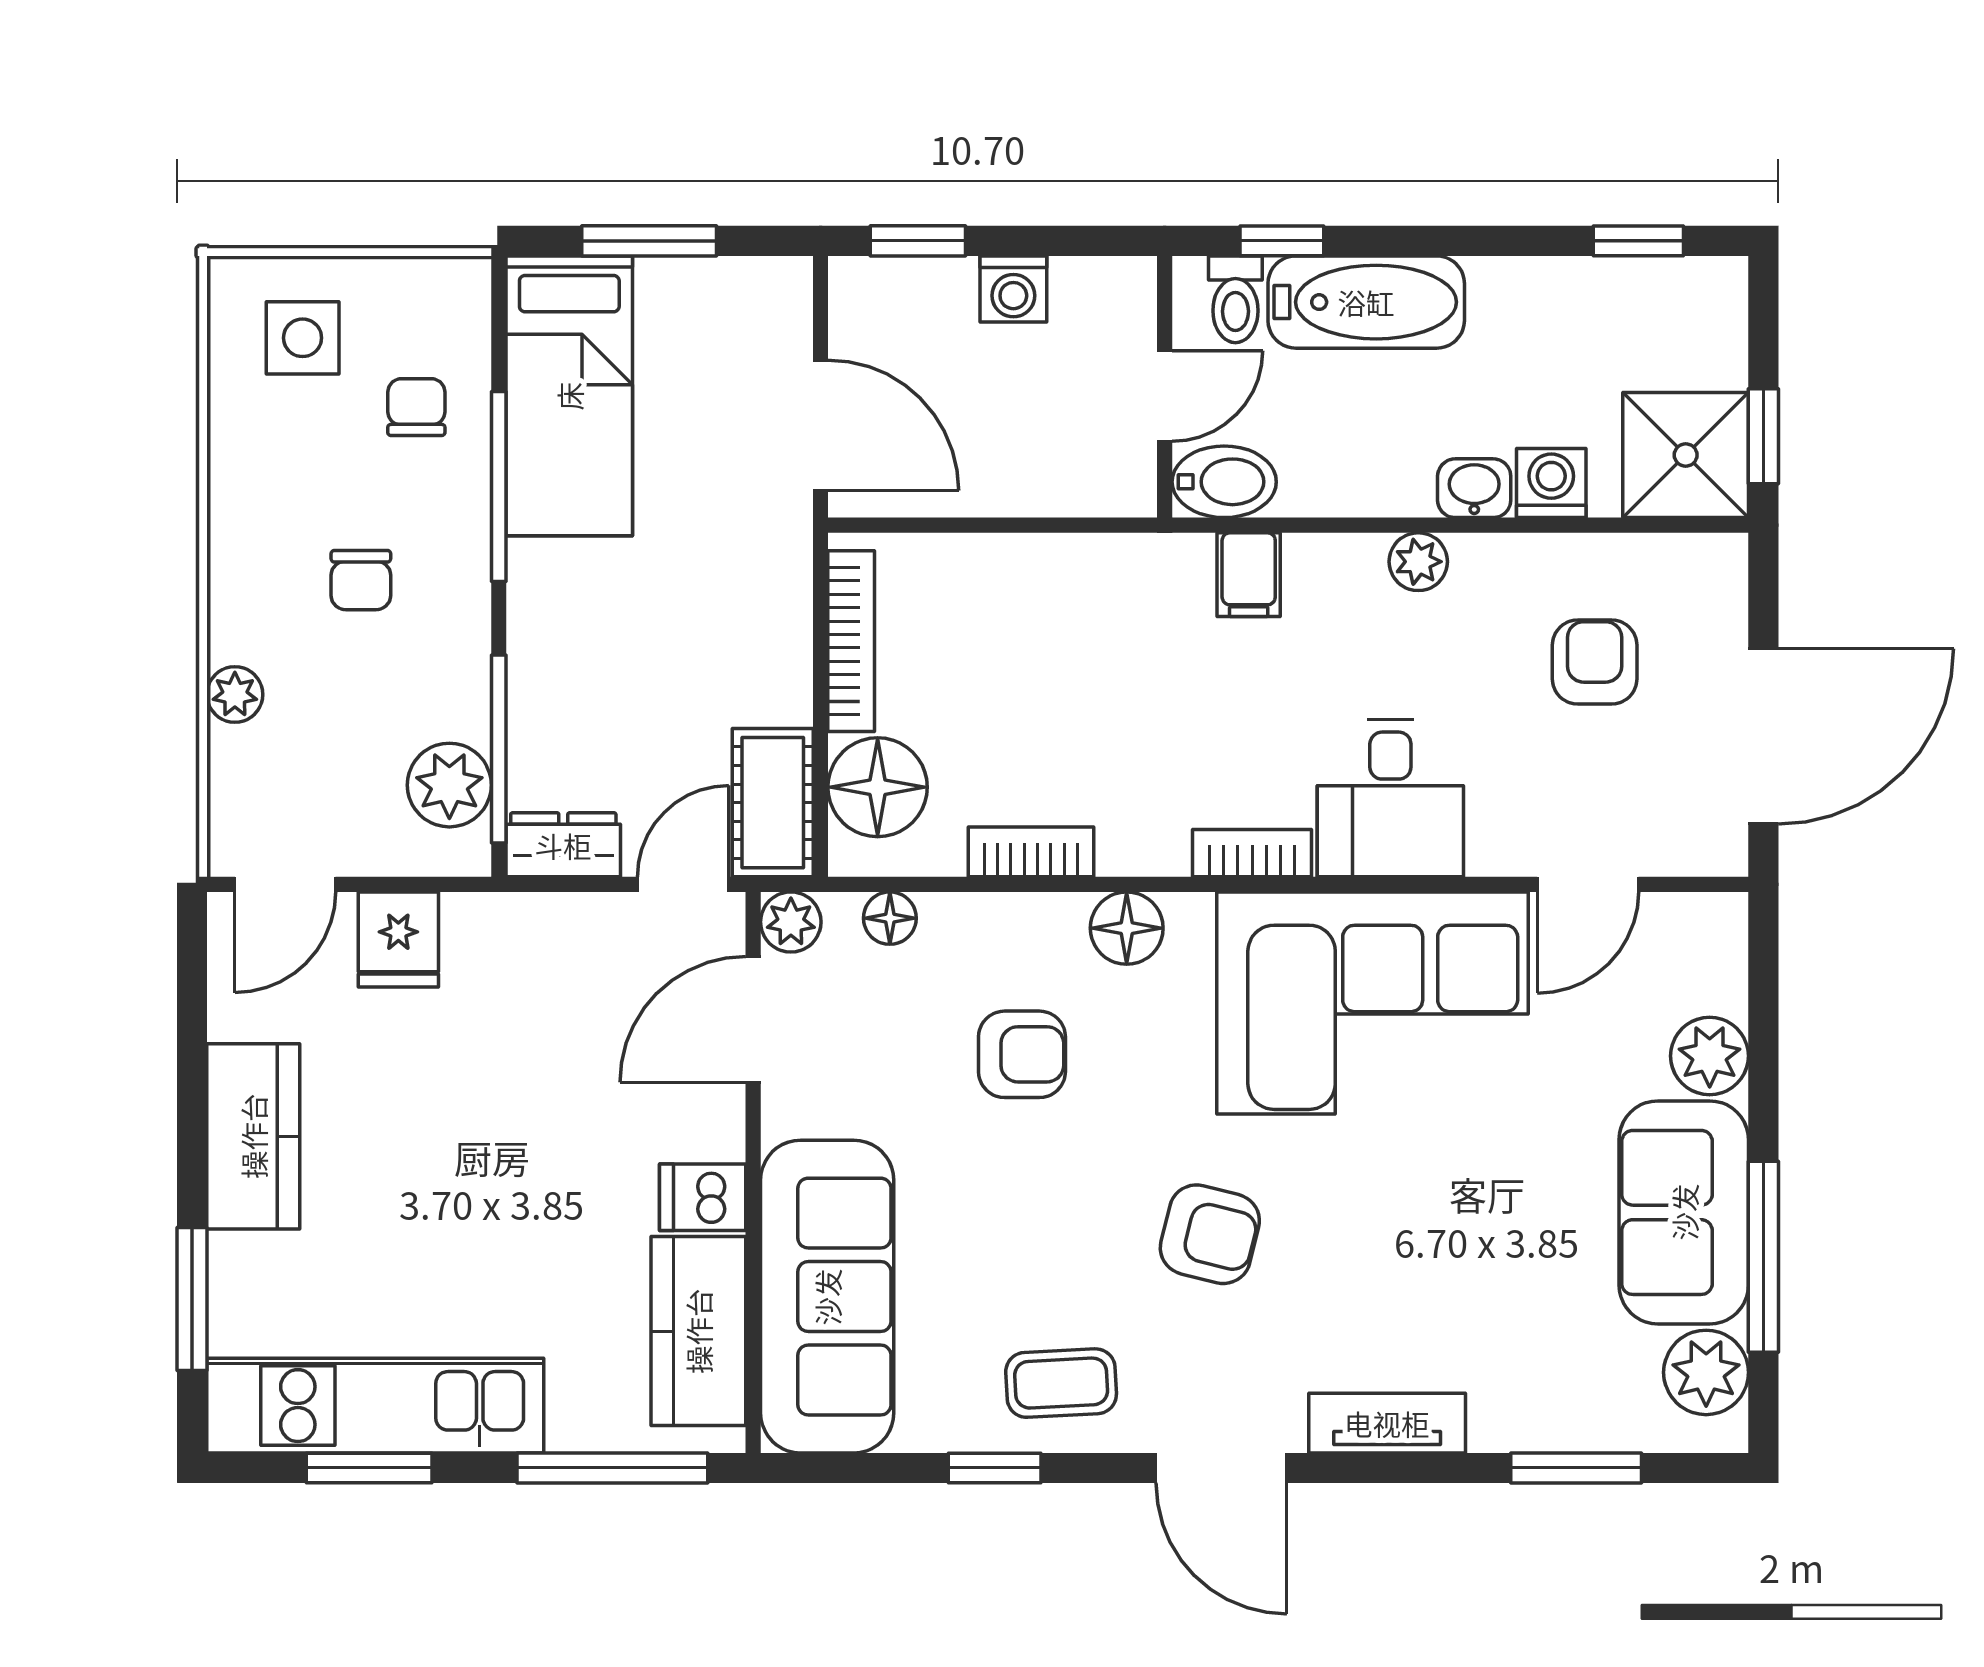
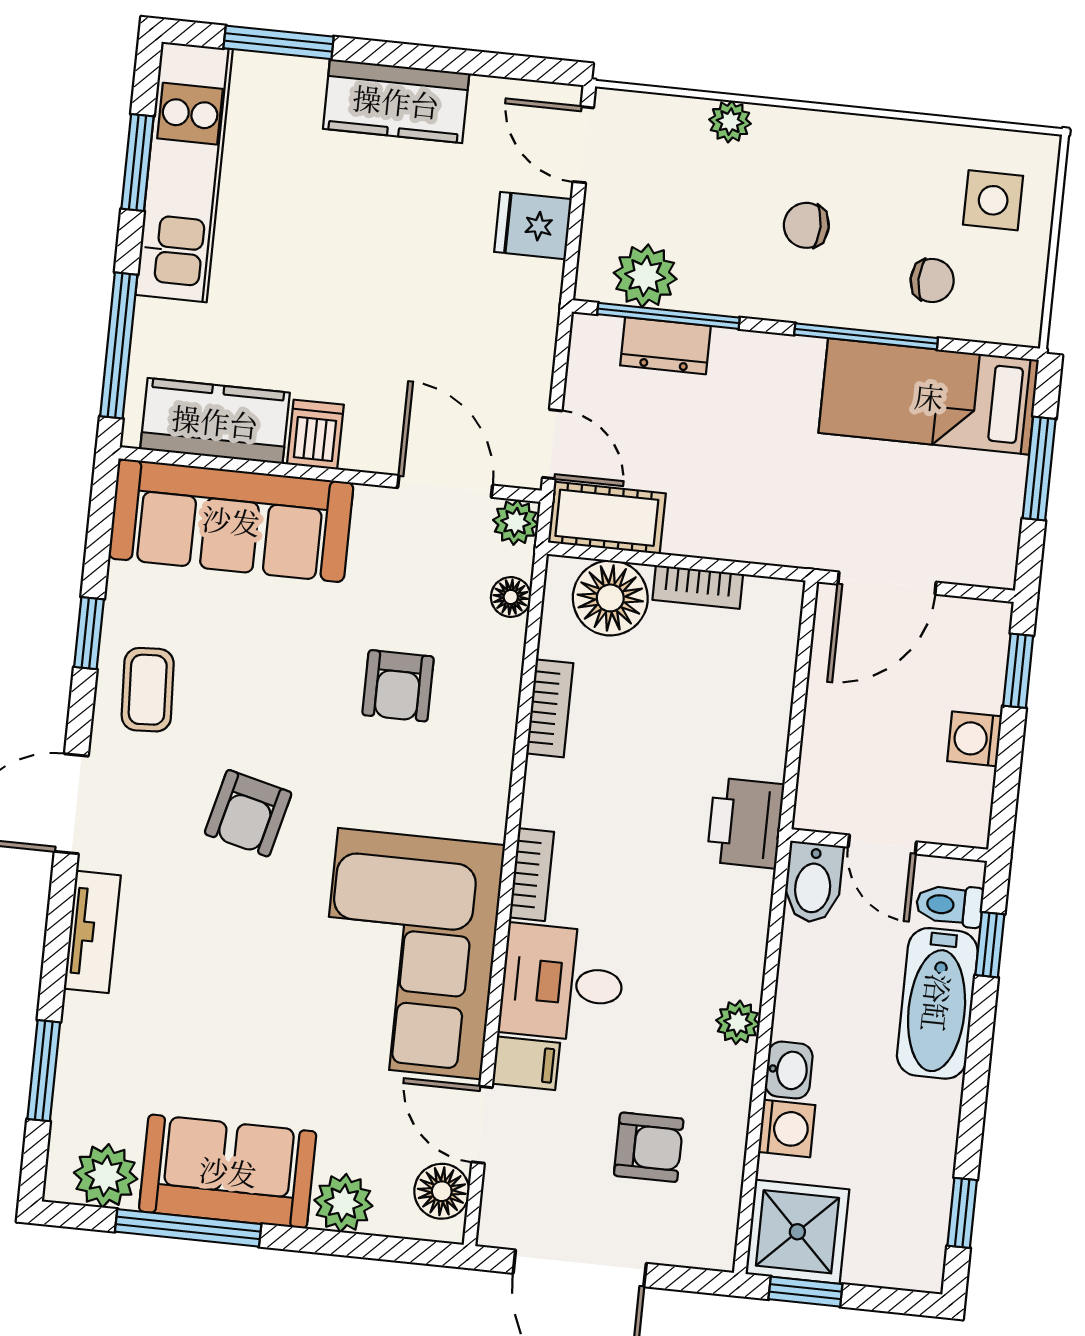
filing cabinet: (1249, 575) -> (526, 1063), moved, turned 180
printer: (1155, 579) -> (745, 823), added
bookcase: (851, 641) -> (698, 587), width x0.64
dresser: (563, 845) -> (665, 346), moved, turned 90
floor lamp: (1127, 928) -> (442, 1191), moved

